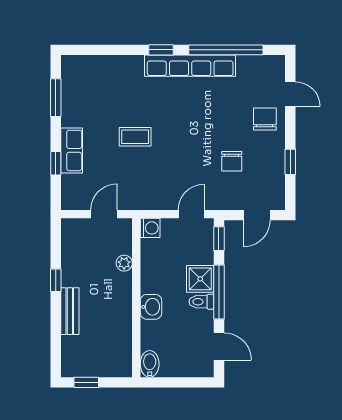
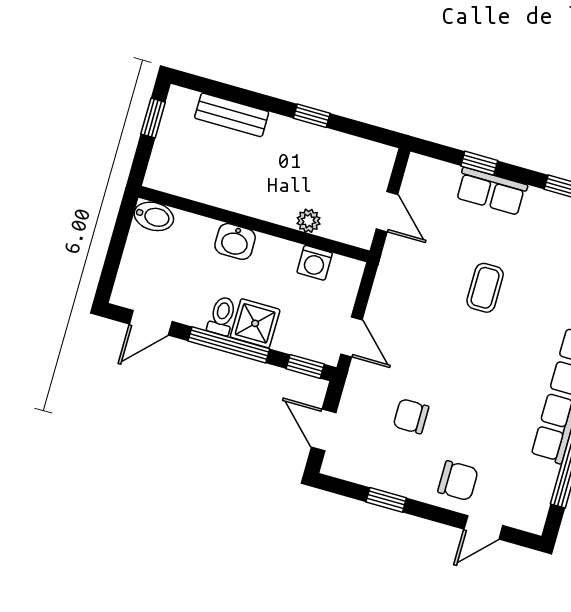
washing machine: (150, 228) -> (315, 263), moved
bench: (70, 311) -> (232, 115), moved

